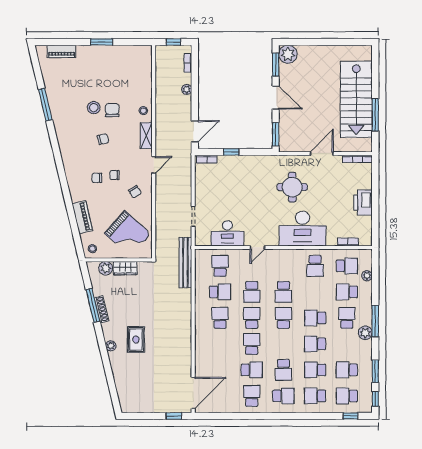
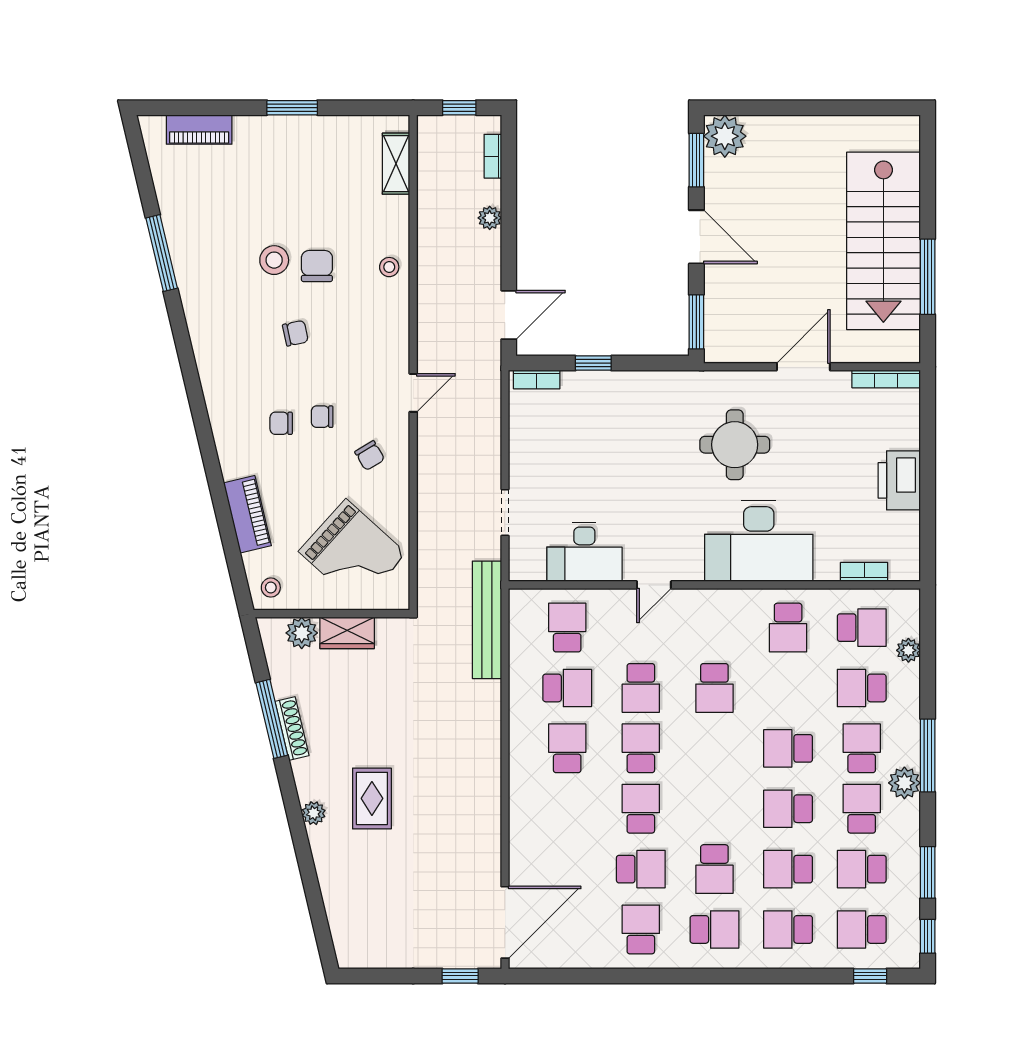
shelving: (146, 136) -> (396, 164), moved
school desk: (283, 318) -> (862, 809), moved

